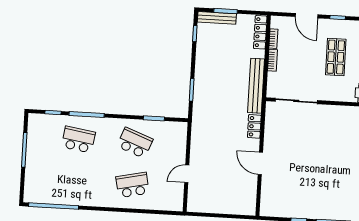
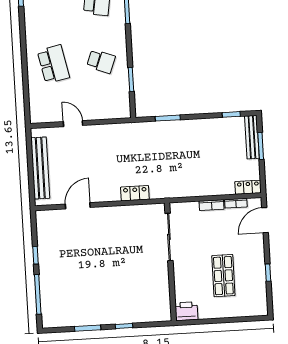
door: (307, 16) -> (265, 220), moved
locker: (260, 32) -> (248, 187), width x0.66
shop shelf: (336, 57) -> (223, 276), turned 90
bench: (256, 86) -> (40, 168), moved, turned 90
school desk: (135, 143) -> (101, 61), width x0.54
door: (260, 163) -> (78, 206), moved

